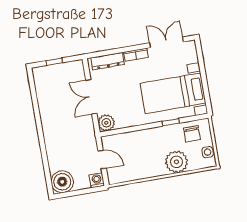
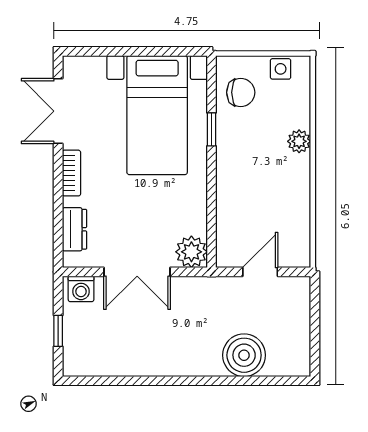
dresser: (108, 61) -> (74, 229), width x0.70
plant: (176, 162) -> (299, 141), width x0.53, depth x0.53
washing machine: (97, 180) -> (81, 289), moved, turned -90
boiler: (62, 182) -> (244, 355), moved

